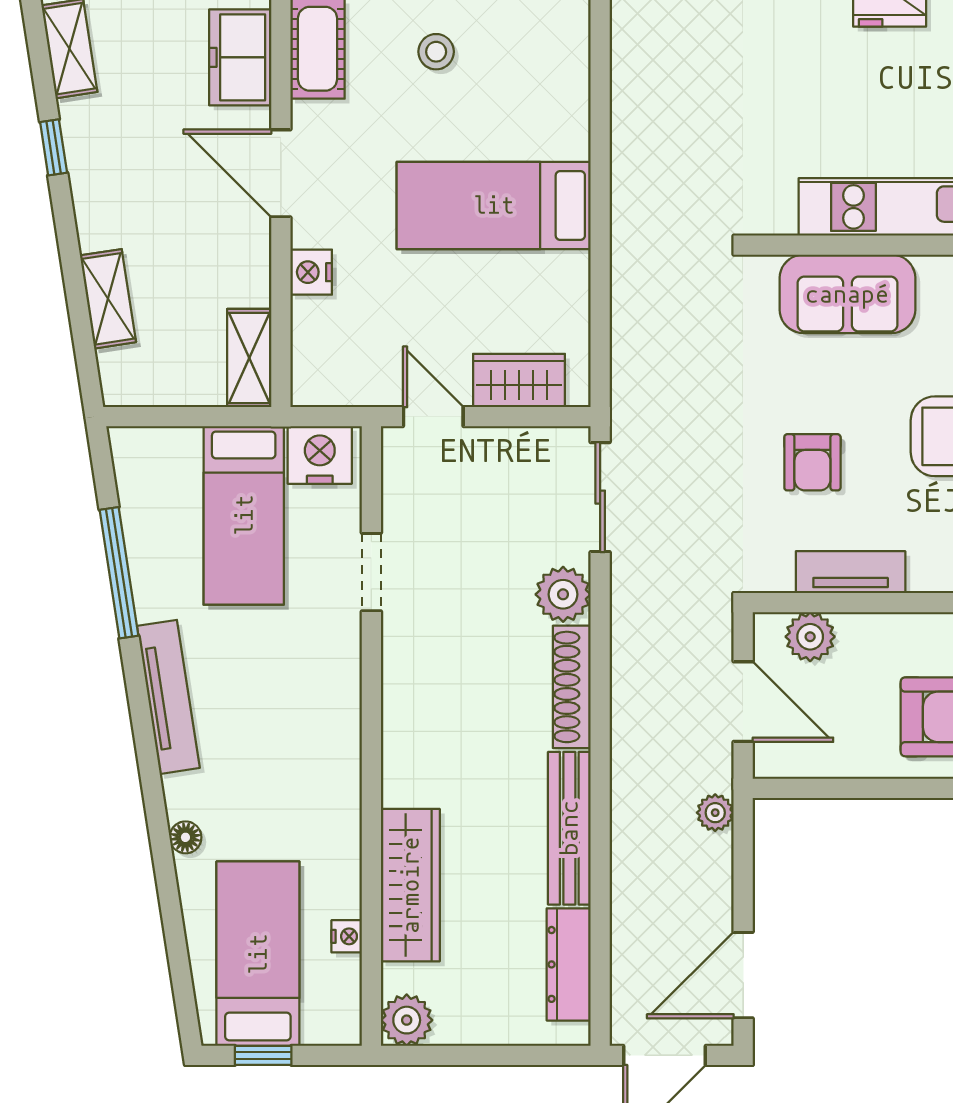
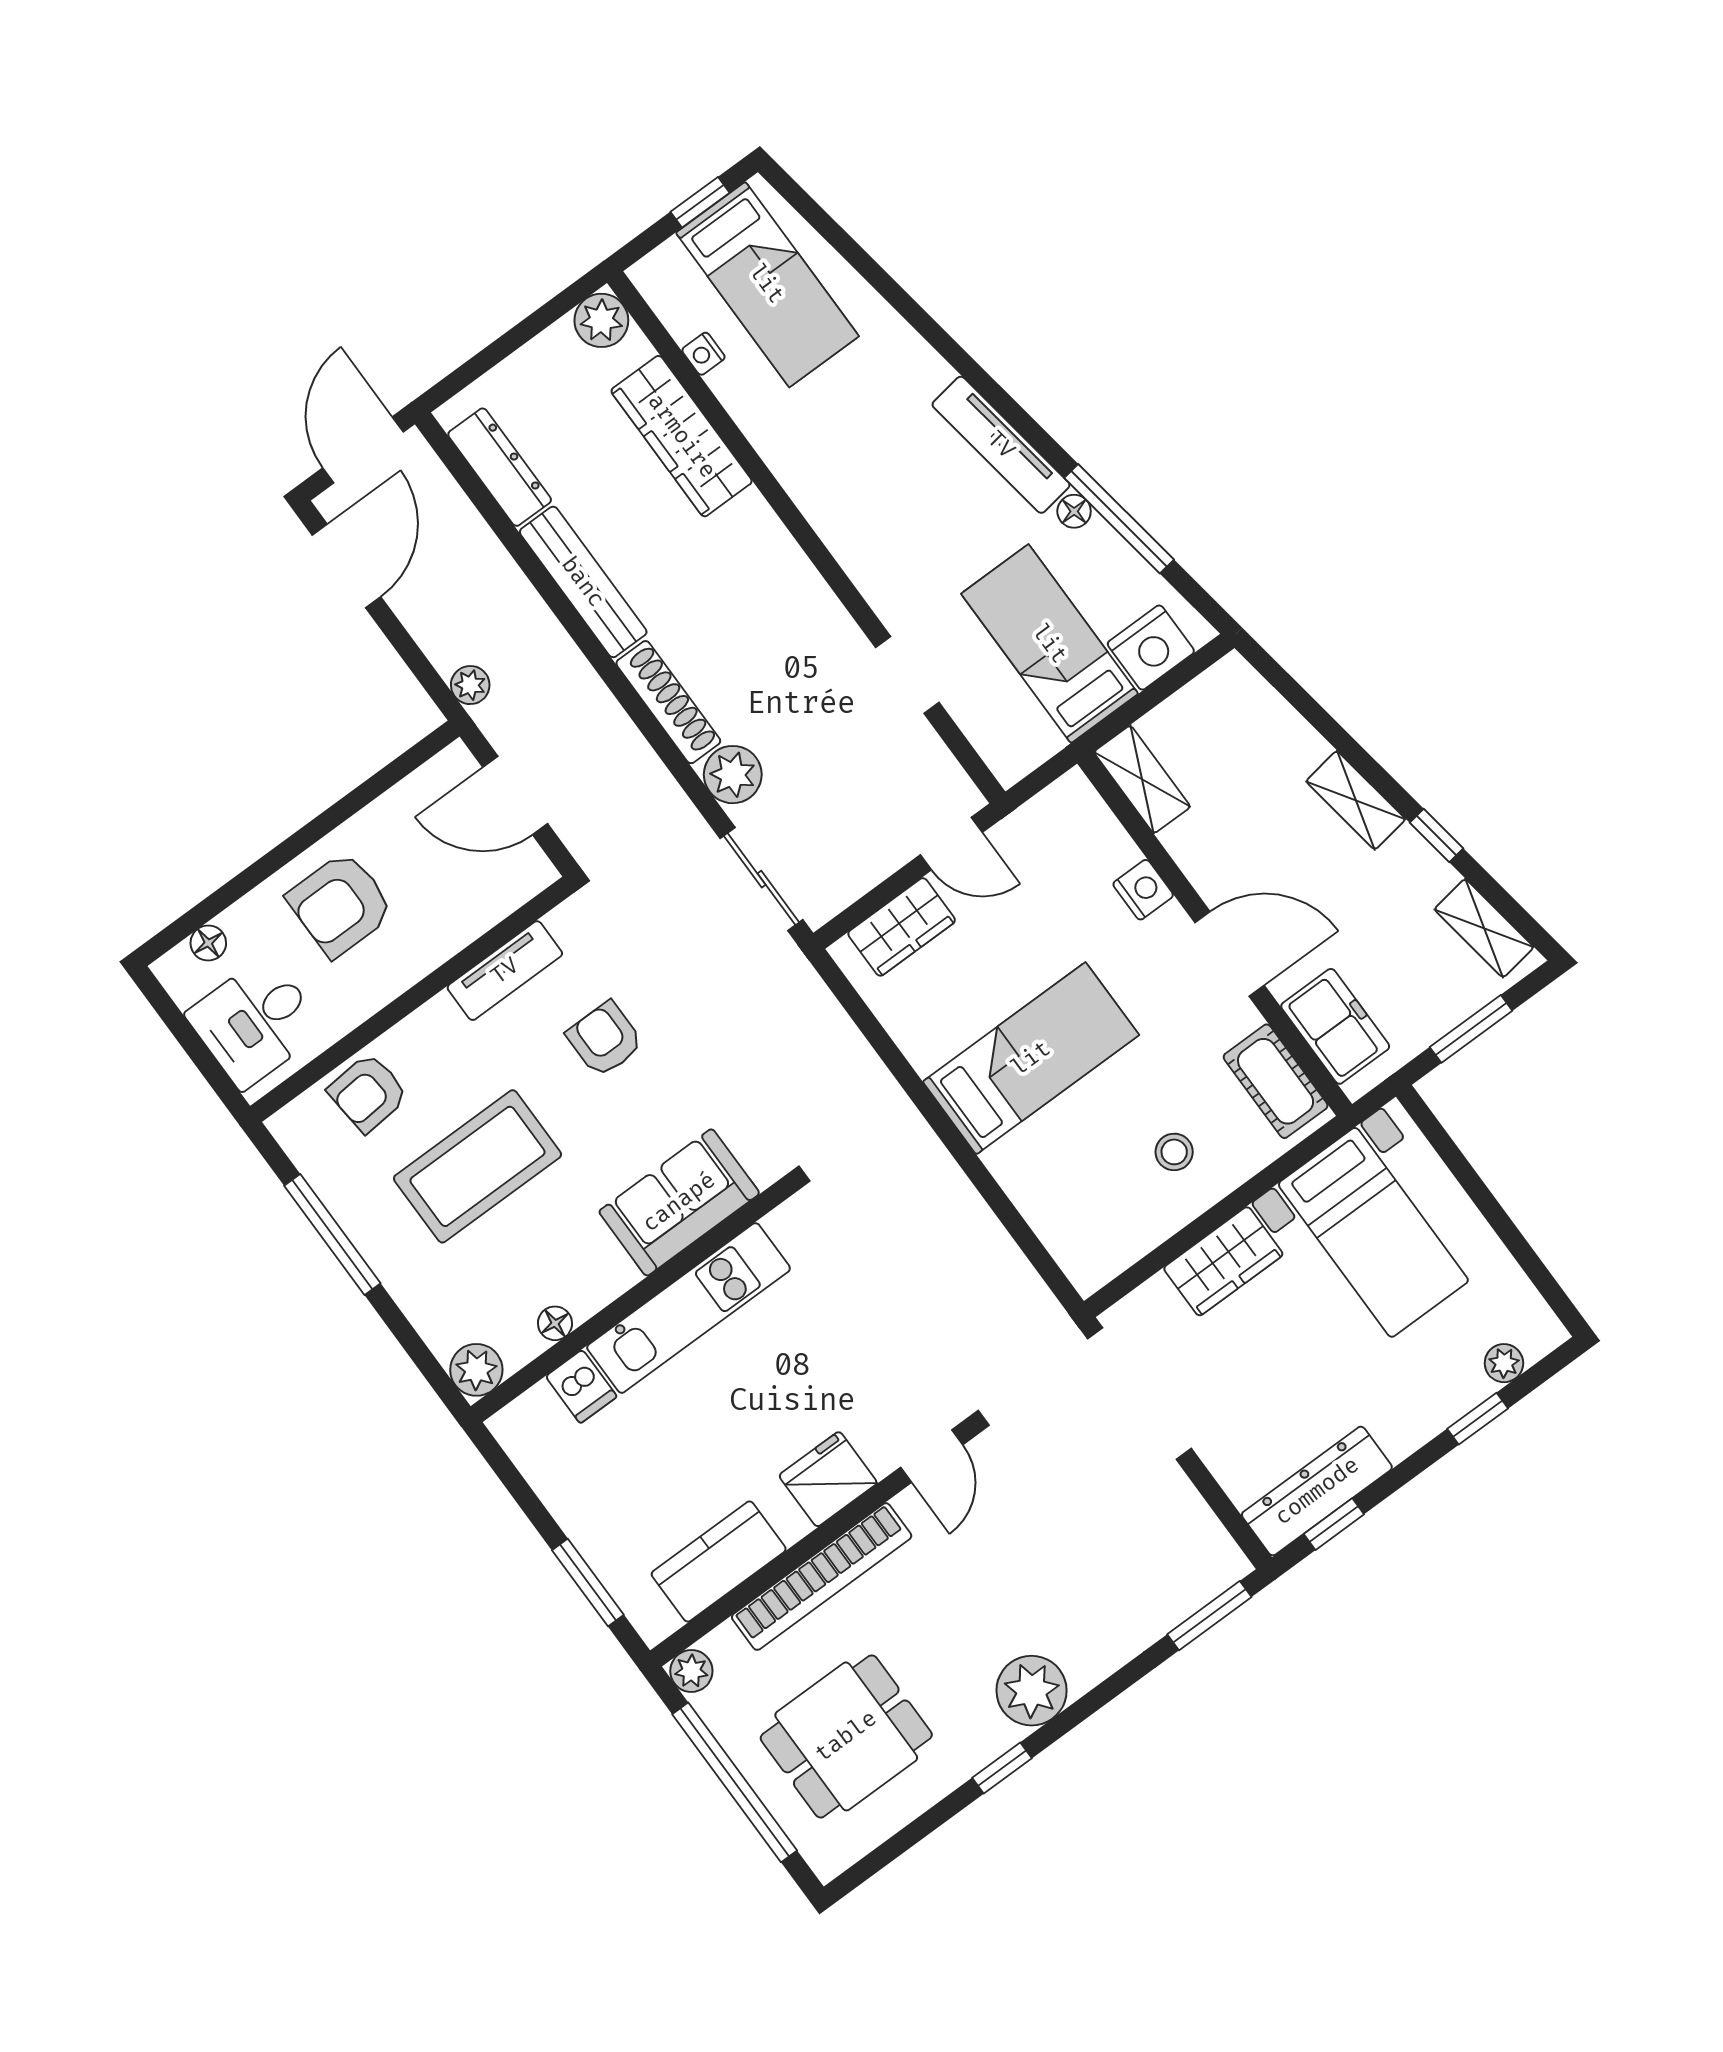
shelving: (108, 299) -> (1356, 800), moved
nightstand: (320, 455) -> (1151, 648), moved
plant: (810, 637) -> (499, 891), removed
floor lamp: (185, 837) -> (1074, 511), moved

